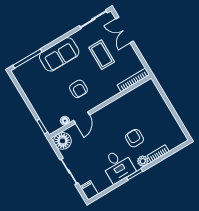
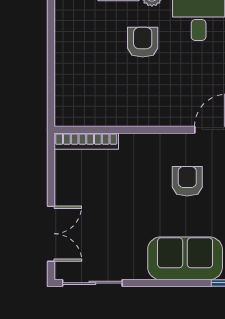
coffee table: (102, 55) -> (114, 215), removed
armchair: (135, 138) -> (143, 42), turned 180

